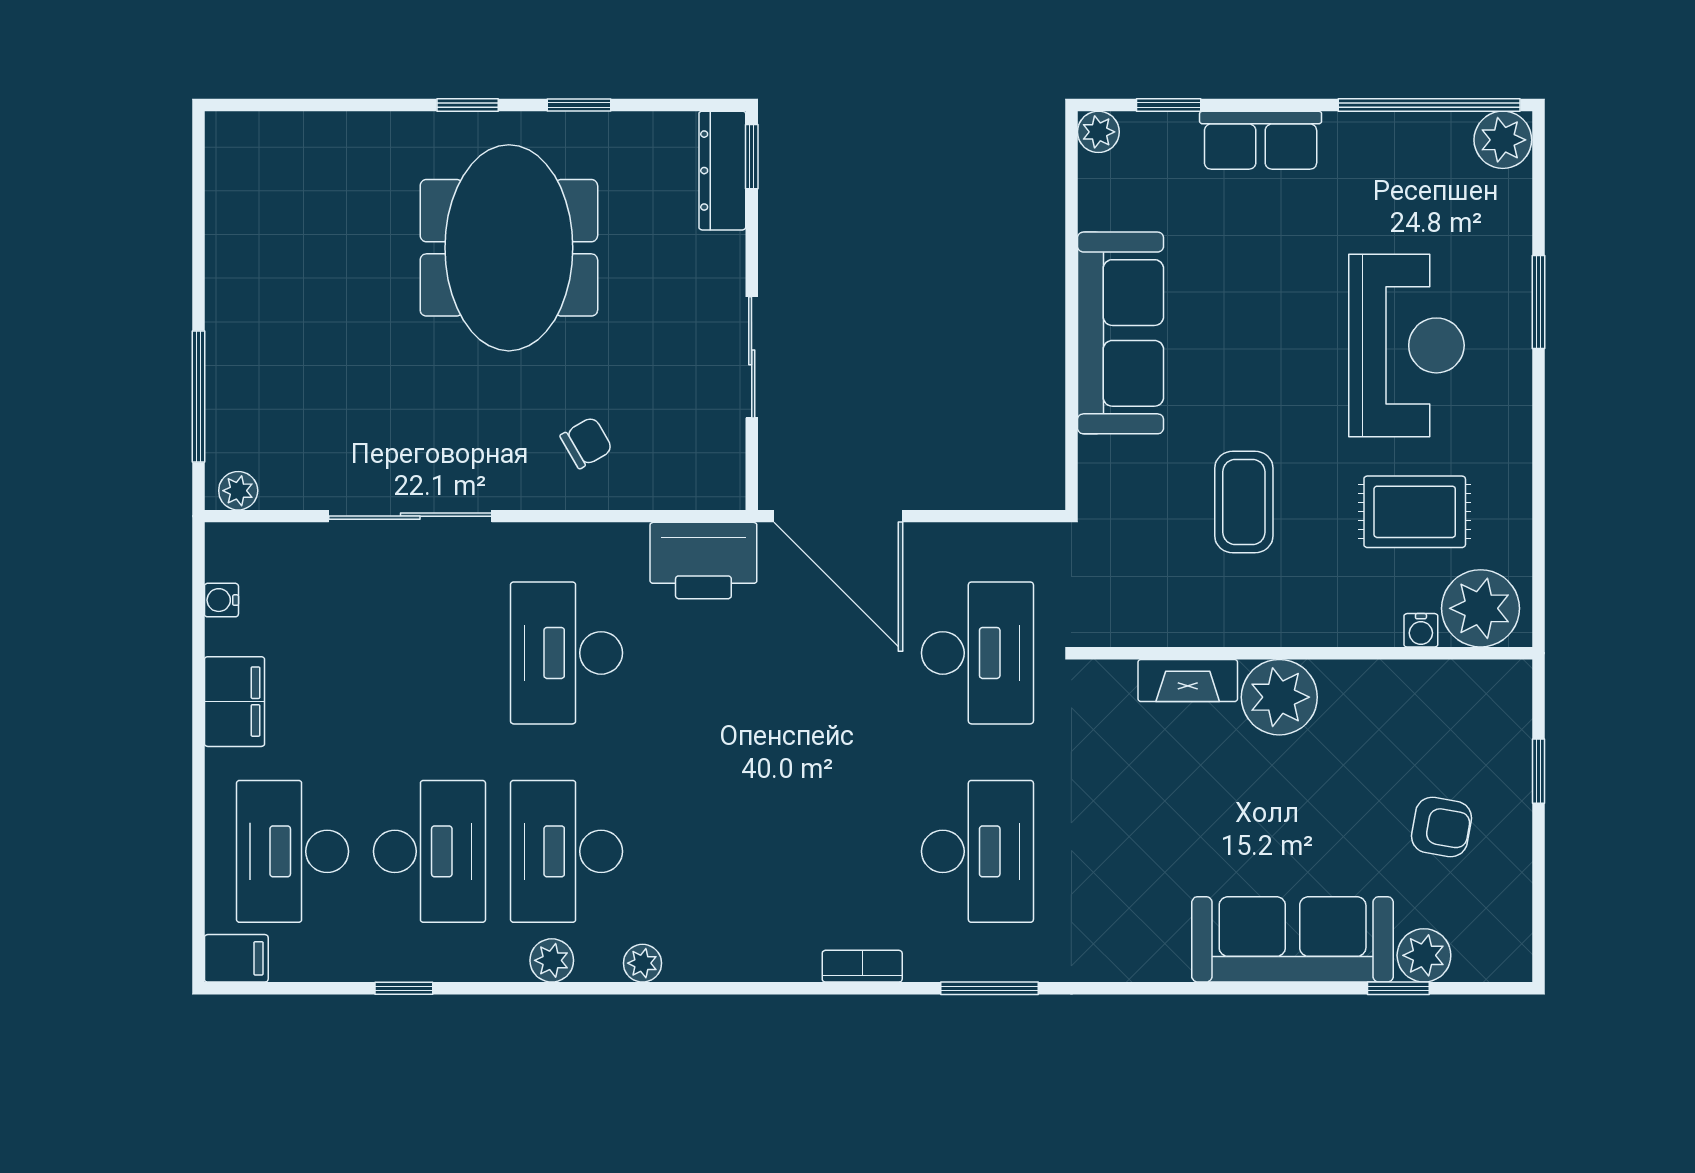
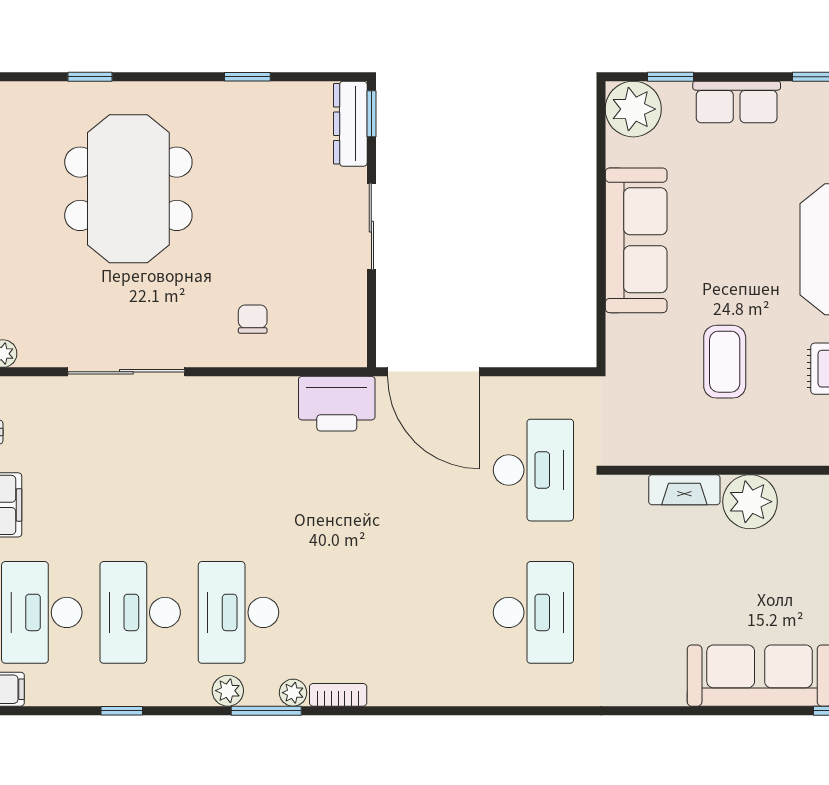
window: (468, 105) -> (90, 77), moved
plant: (1098, 132) -> (633, 109), width x1.87, depth x1.87
meeting table: (509, 248) -> (128, 189), moved
sliding door: (752, 357) -> (371, 227), moved
chair: (586, 443) -> (253, 319), turned -60
desk: (566, 653) -> (238, 470), removed
desk: (429, 851) -> (140, 612), turned 180
bookcase: (862, 966) -> (338, 695), moved
window: (989, 988) -> (266, 711), moved

